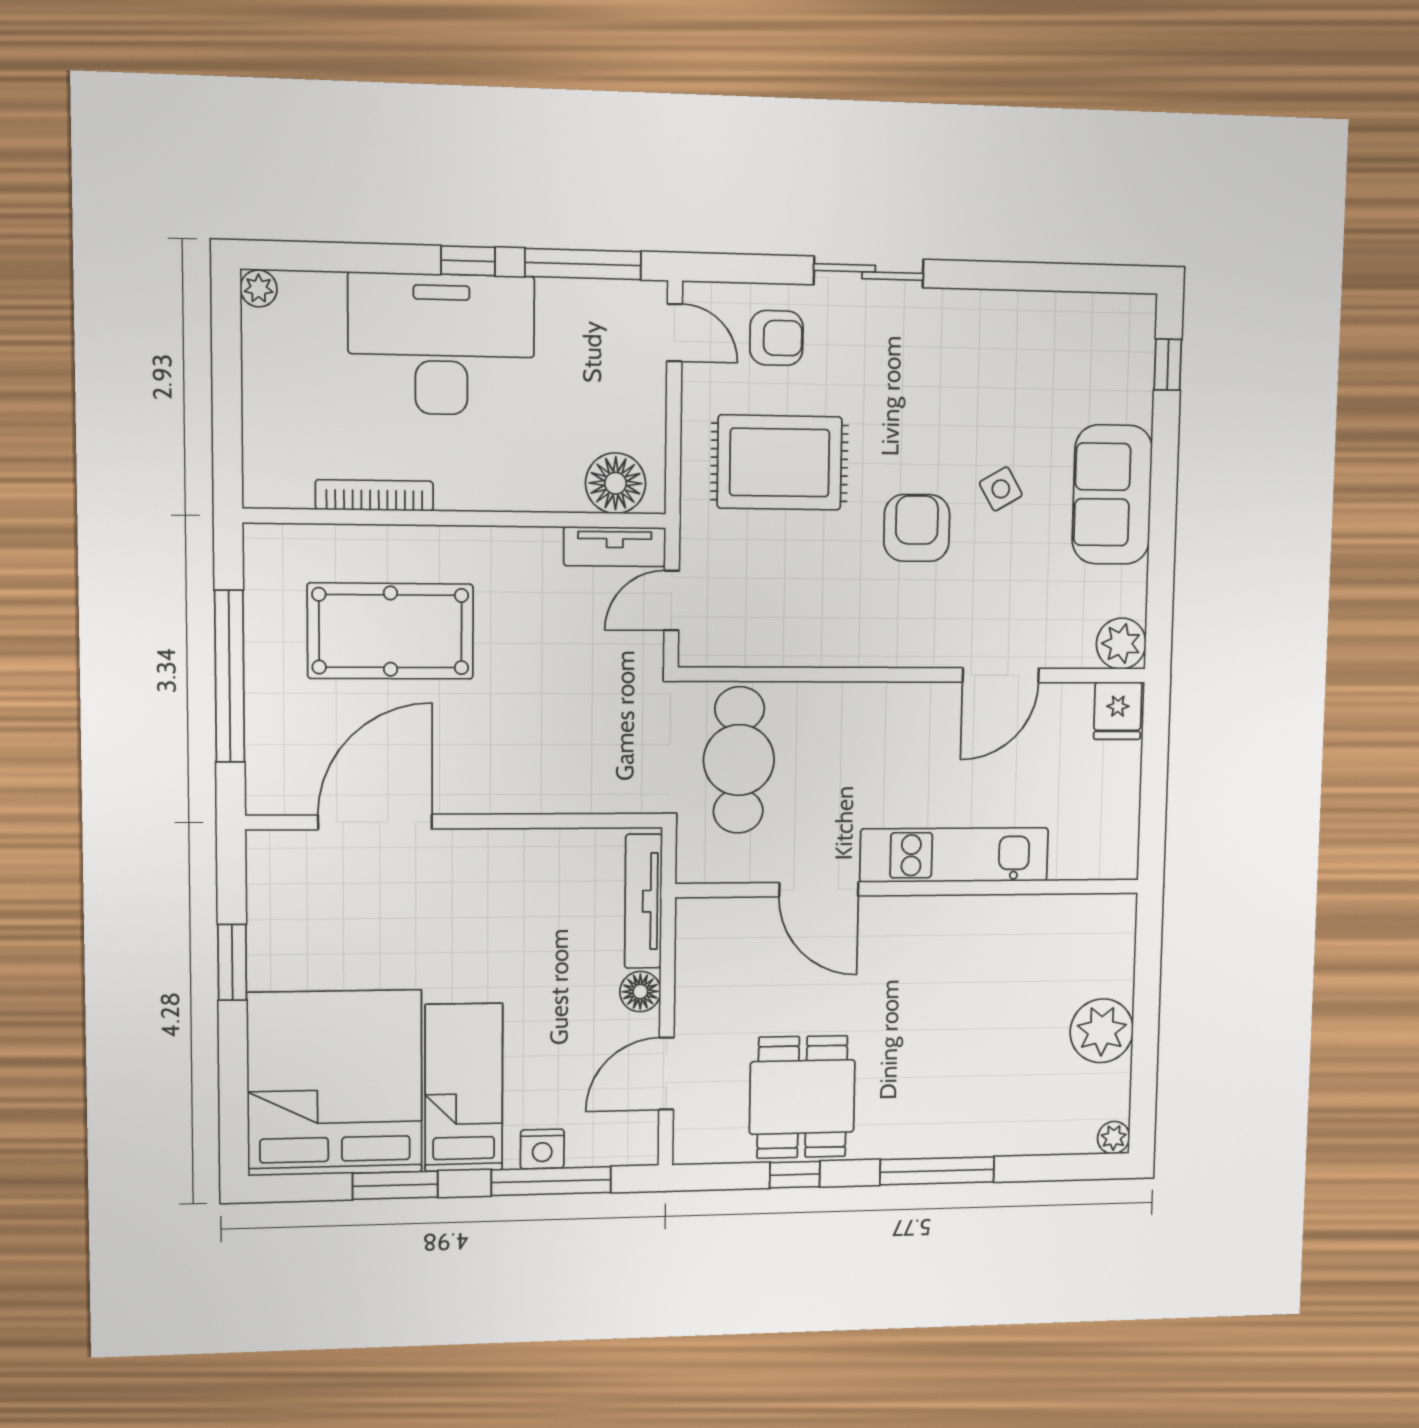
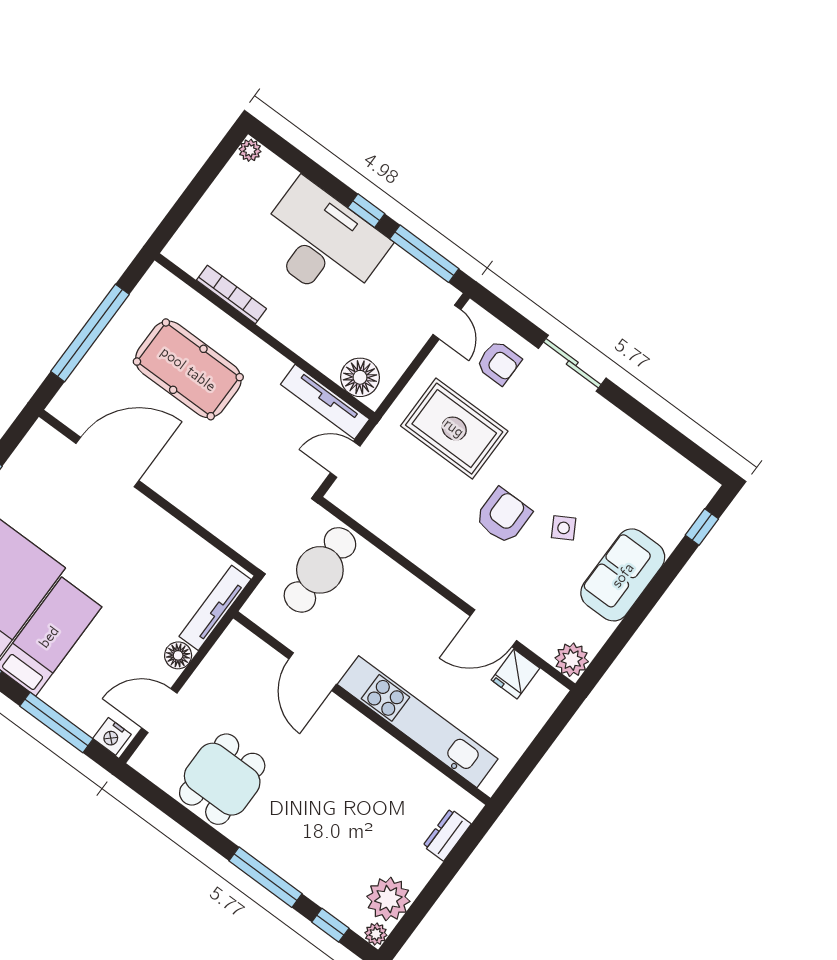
tv unit: (615, 547) -> (325, 402), width x1.41
fridge: (1118, 711) -> (516, 674), moved
kitchen unit: (954, 855) -> (418, 722), width x1.36
dresser: (1117, 961) -> (447, 835), added
plant: (1102, 1031) -> (388, 899), moved
nightstand: (542, 1149) -> (112, 736), moved
window: (795, 1175) -> (330, 925), moved

